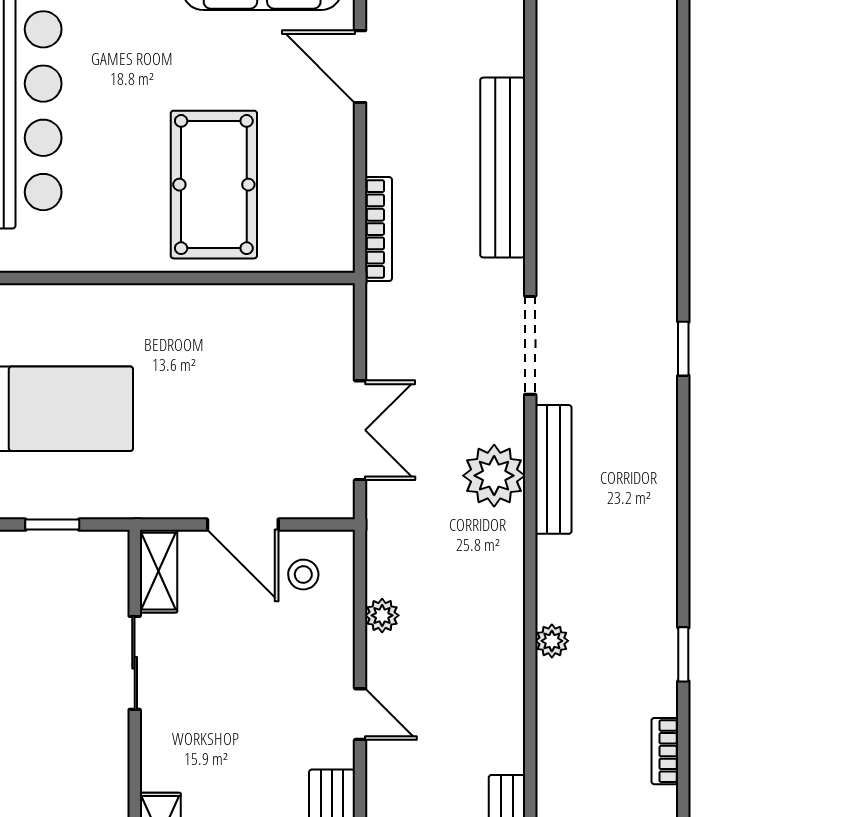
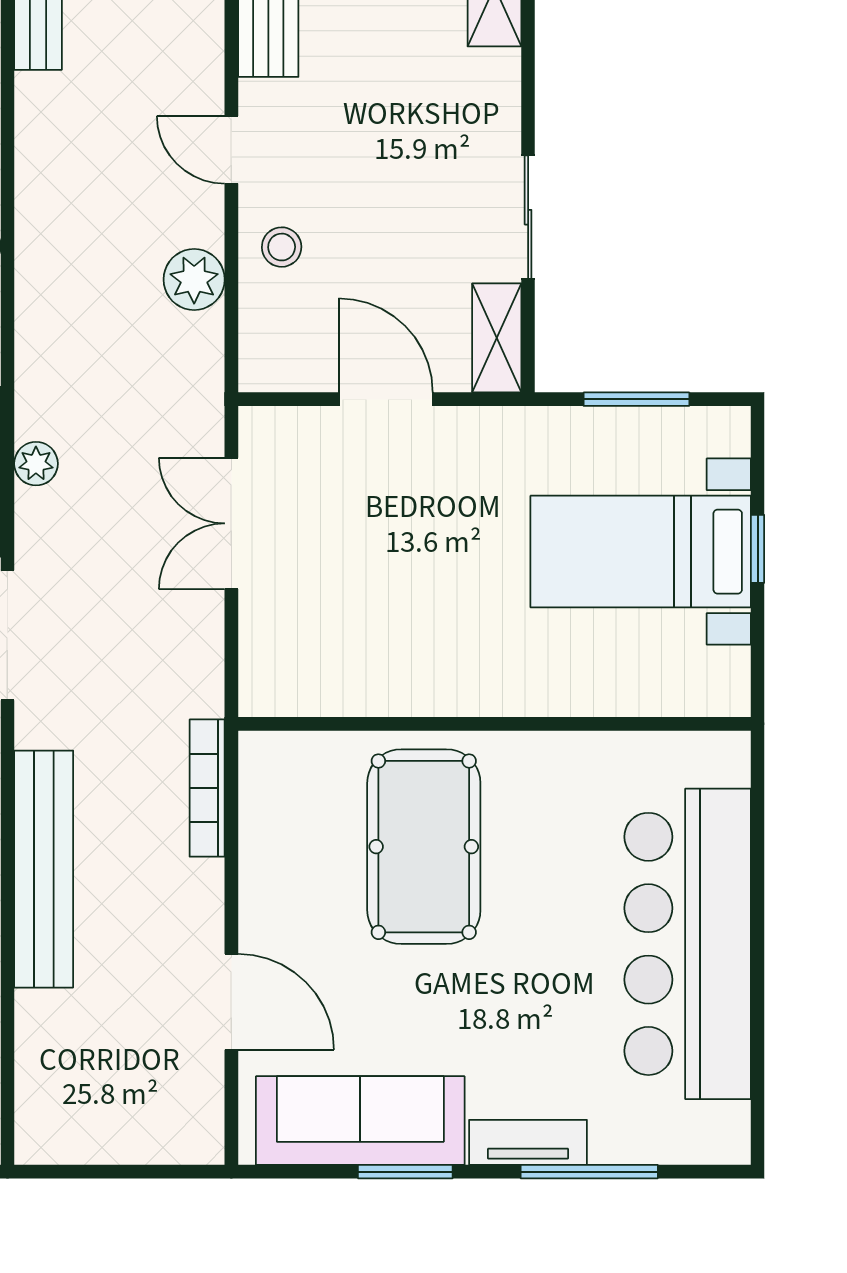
plant: (494, 476) -> (36, 464), width x0.53, depth x0.53
window: (52, 525) -> (636, 399), width x1.50
stool: (303, 575) -> (282, 247), moved
plant: (382, 615) -> (194, 279), width x1.38, depth x1.38

